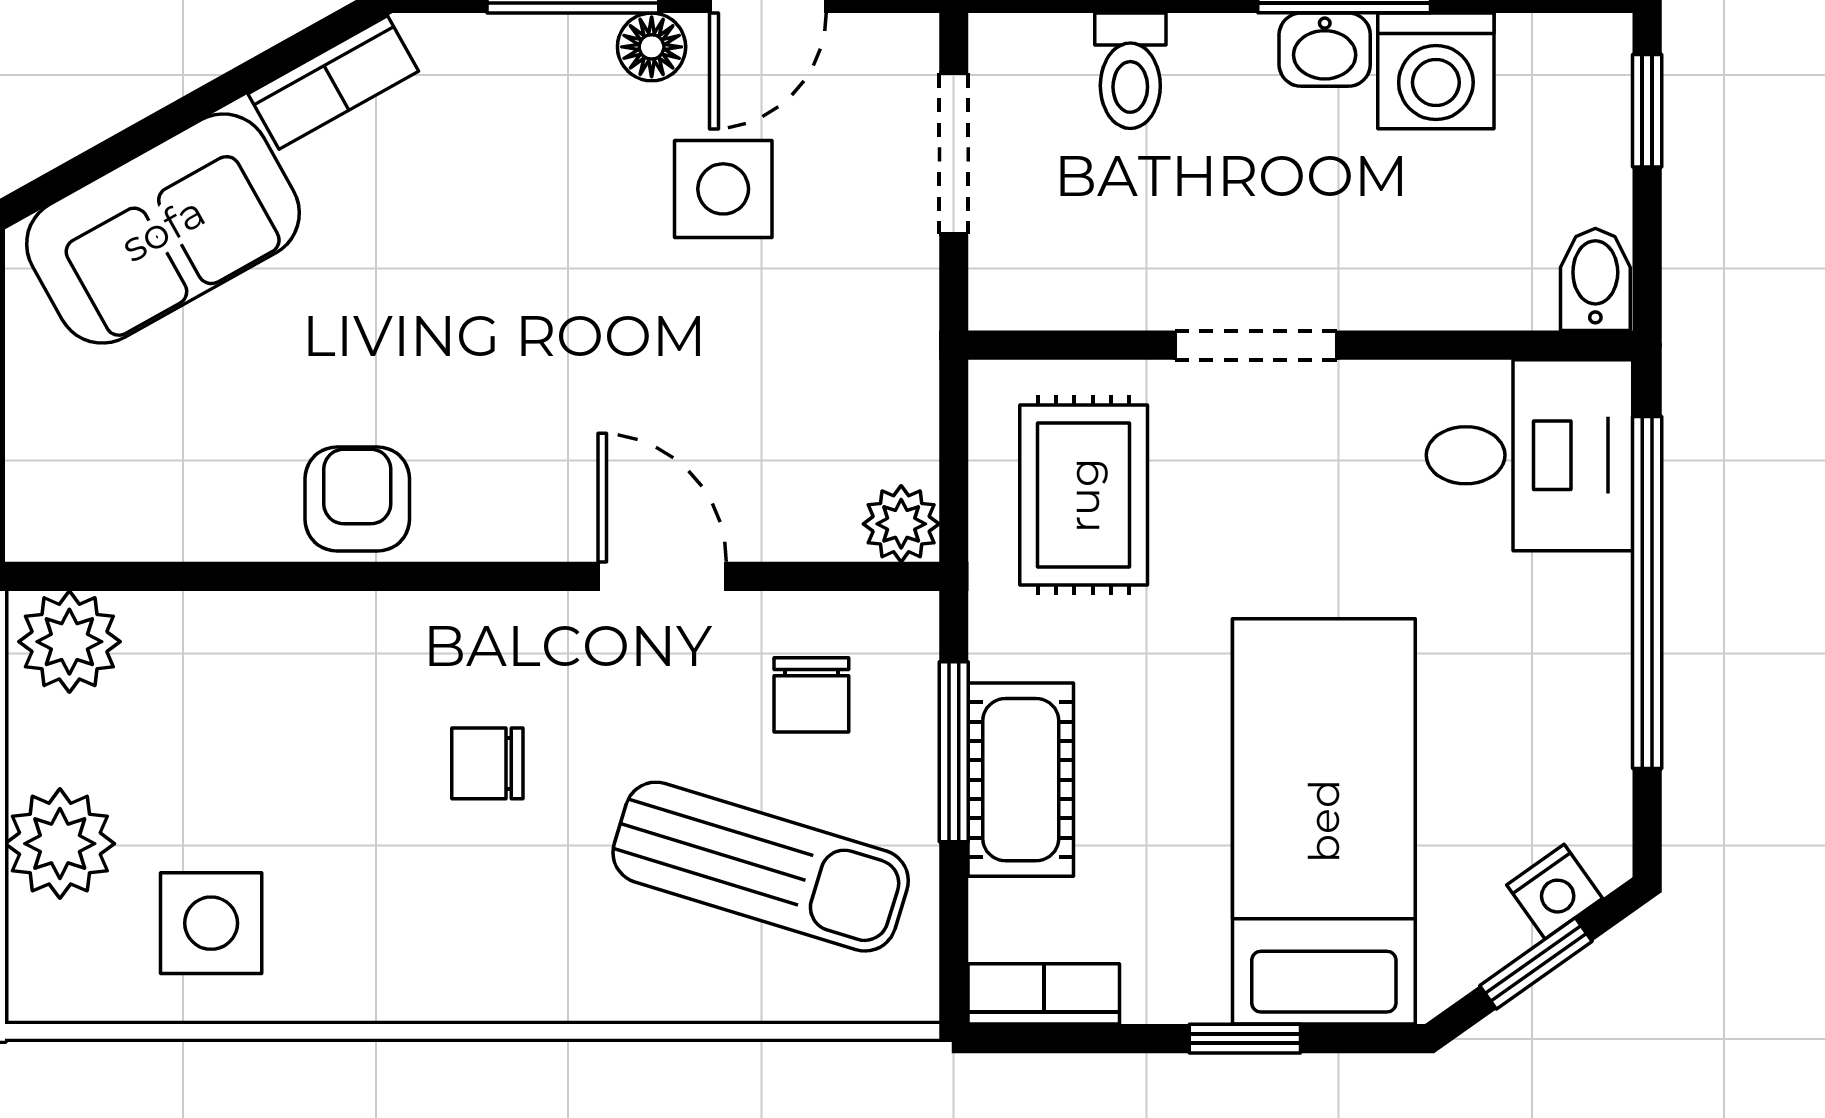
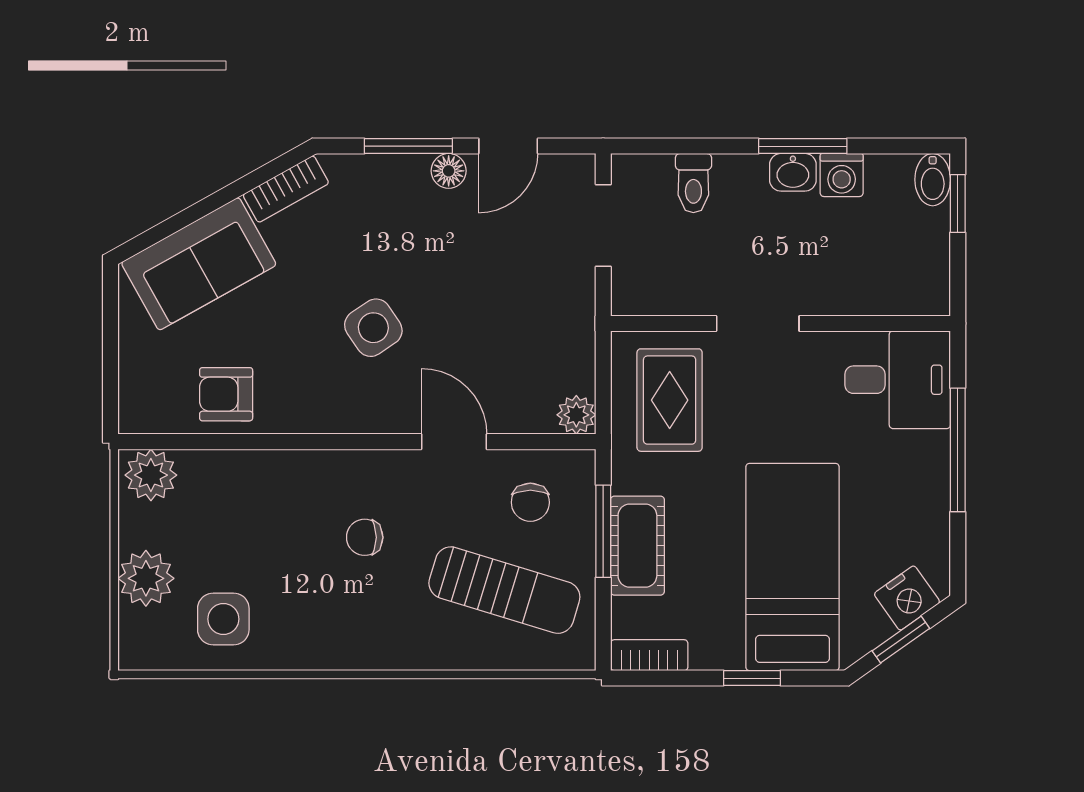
washing machine: (1436, 71) -> (842, 175), width x0.73, depth x0.73
side table: (723, 189) -> (373, 328), moved, turned -34
bidet: (1595, 280) -> (933, 180), moved, turned 180
armchair: (357, 499) -> (226, 394), moved, turned -90
window: (1647, 592) -> (958, 450), width x0.68
nightstand: (1555, 892) -> (907, 598), width x1.39, depth x1.35

